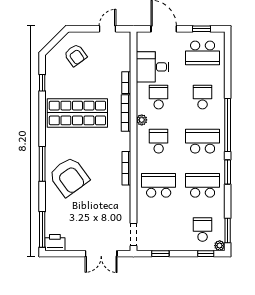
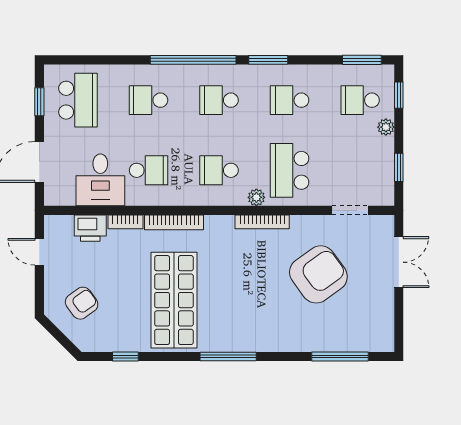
school desk: (159, 97) -> (149, 170), turned 180
plant: (142, 120) -> (256, 197), moved
school desk: (203, 141) -> (219, 100), width x0.54
window: (42, 164) -> (228, 357), moved
armchair: (69, 177) -> (318, 274), moved
school desk: (203, 185) -> (290, 100), width x0.54
window: (42, 229) -> (340, 357), moved
doorway: (133, 235) -> (350, 210), moved
printer: (55, 243) -> (90, 228), moved, turned -90
plant: (220, 246) -> (386, 127), moved

